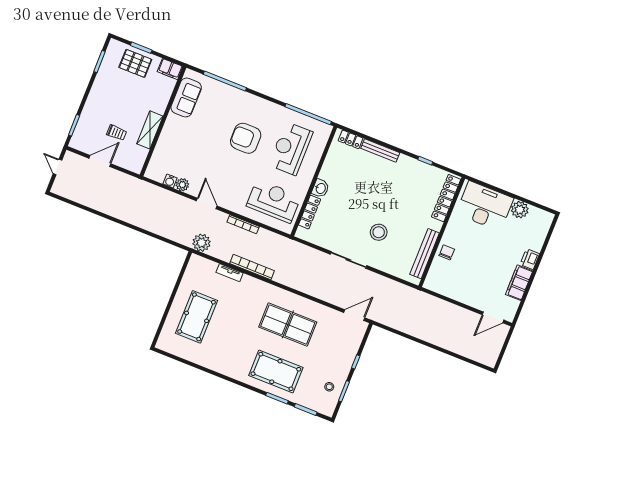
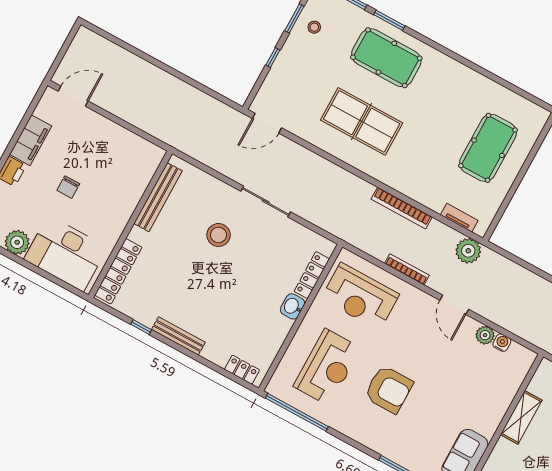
bench: (380, 151) -> (178, 336), moved
chair: (447, 252) -> (68, 187), moved
tv unit: (230, 273) -> (459, 218), moved

